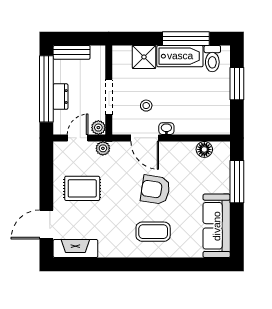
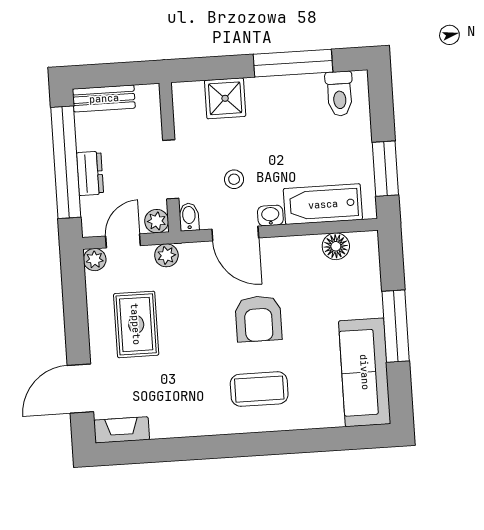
bathtub: (180, 56) -> (323, 204), moved, turned 180
window: (237, 84) -> (385, 169), moved
bidet: (118, 126) -> (189, 217), added
plant: (60, 148) -> (95, 260), added
window: (237, 182) -> (396, 326), moved
rug: (82, 188) -> (136, 324), turned 90
armchair: (155, 190) -> (258, 319), turned -99
fireplace: (75, 248) -> (122, 430), width x0.73, depth x0.76

